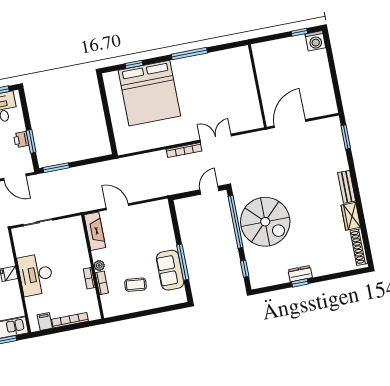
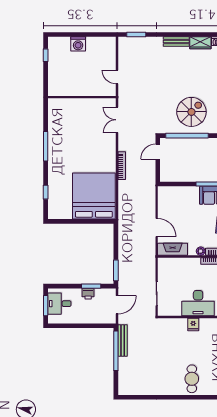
washing machine: (315, 41) -> (78, 44), moved, turned 90
bed: (149, 93) -> (94, 196), moved, turned -90
door: (290, 124) -> (117, 77), width x0.53
double door: (216, 138) -> (117, 120), moved
door: (209, 190) -> (158, 152), hinge flipped
door: (117, 207) -> (157, 228), swing flipped
spiral stairs: (265, 222) -> (191, 112), width x0.73, depth x0.73

